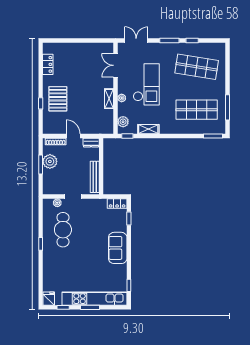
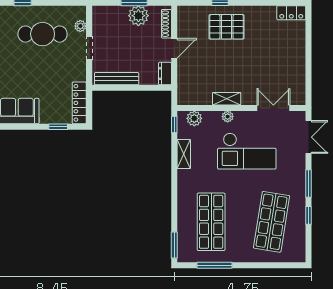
locker: (48, 64) -> (291, 13), moved
locker: (117, 204) -> (79, 103), width x1.53

